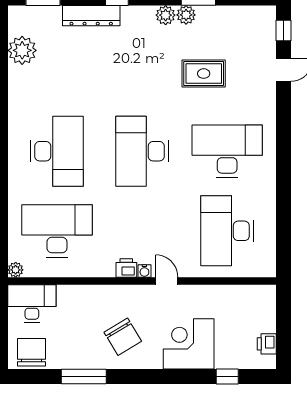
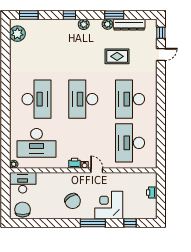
plant: (166, 15) -> (84, 24), moved
dresser: (91, 16) -> (129, 25), moved
plant: (22, 50) -> (17, 34), moved
desk: (227, 151) -> (130, 99), turned -90
desk: (57, 231) -> (36, 143), turned 180
printer: (267, 344) -> (152, 192), moved
window: (84, 377) -> (93, 223), moved

